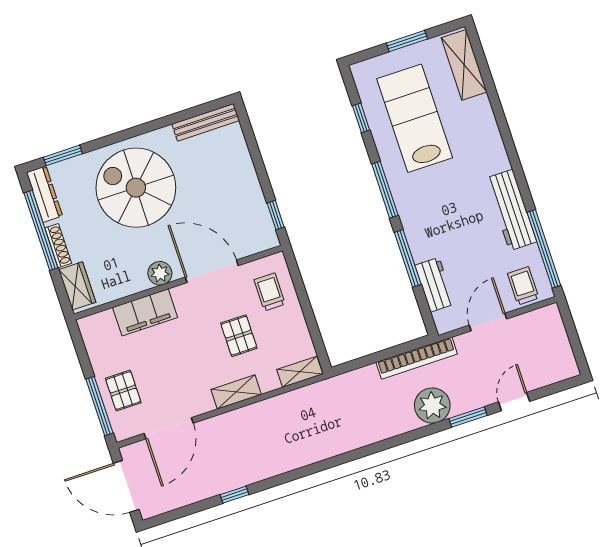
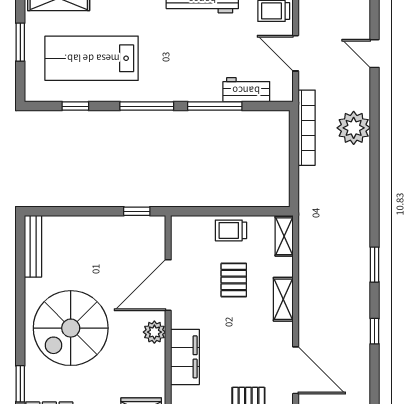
trolley: (270, 292) -> (231, 230), moved
pallet: (239, 336) -> (234, 280), turned 90
window: (468, 417) -> (375, 265), moved

